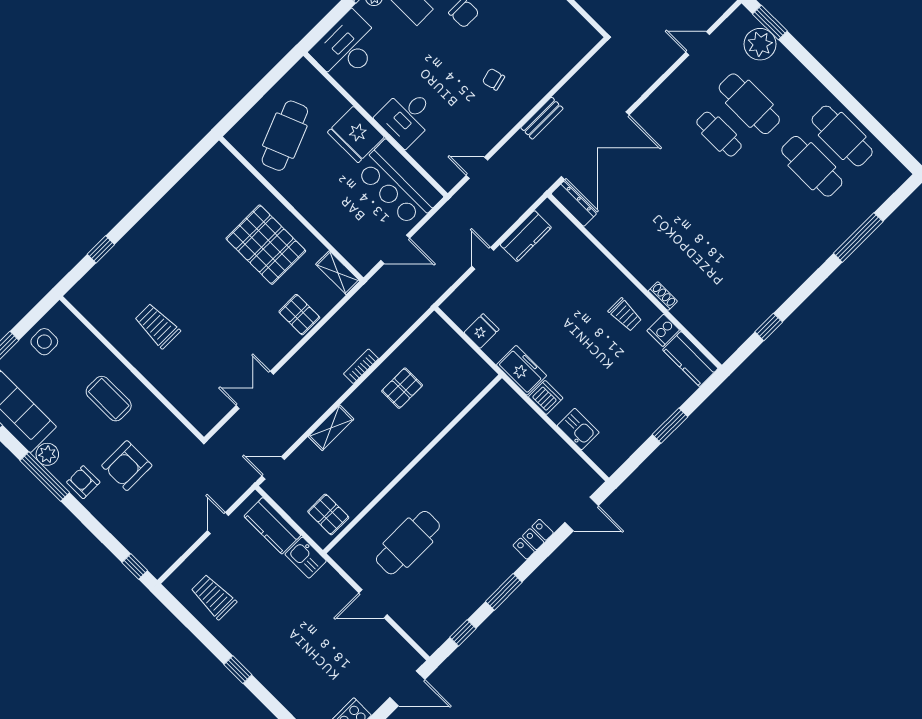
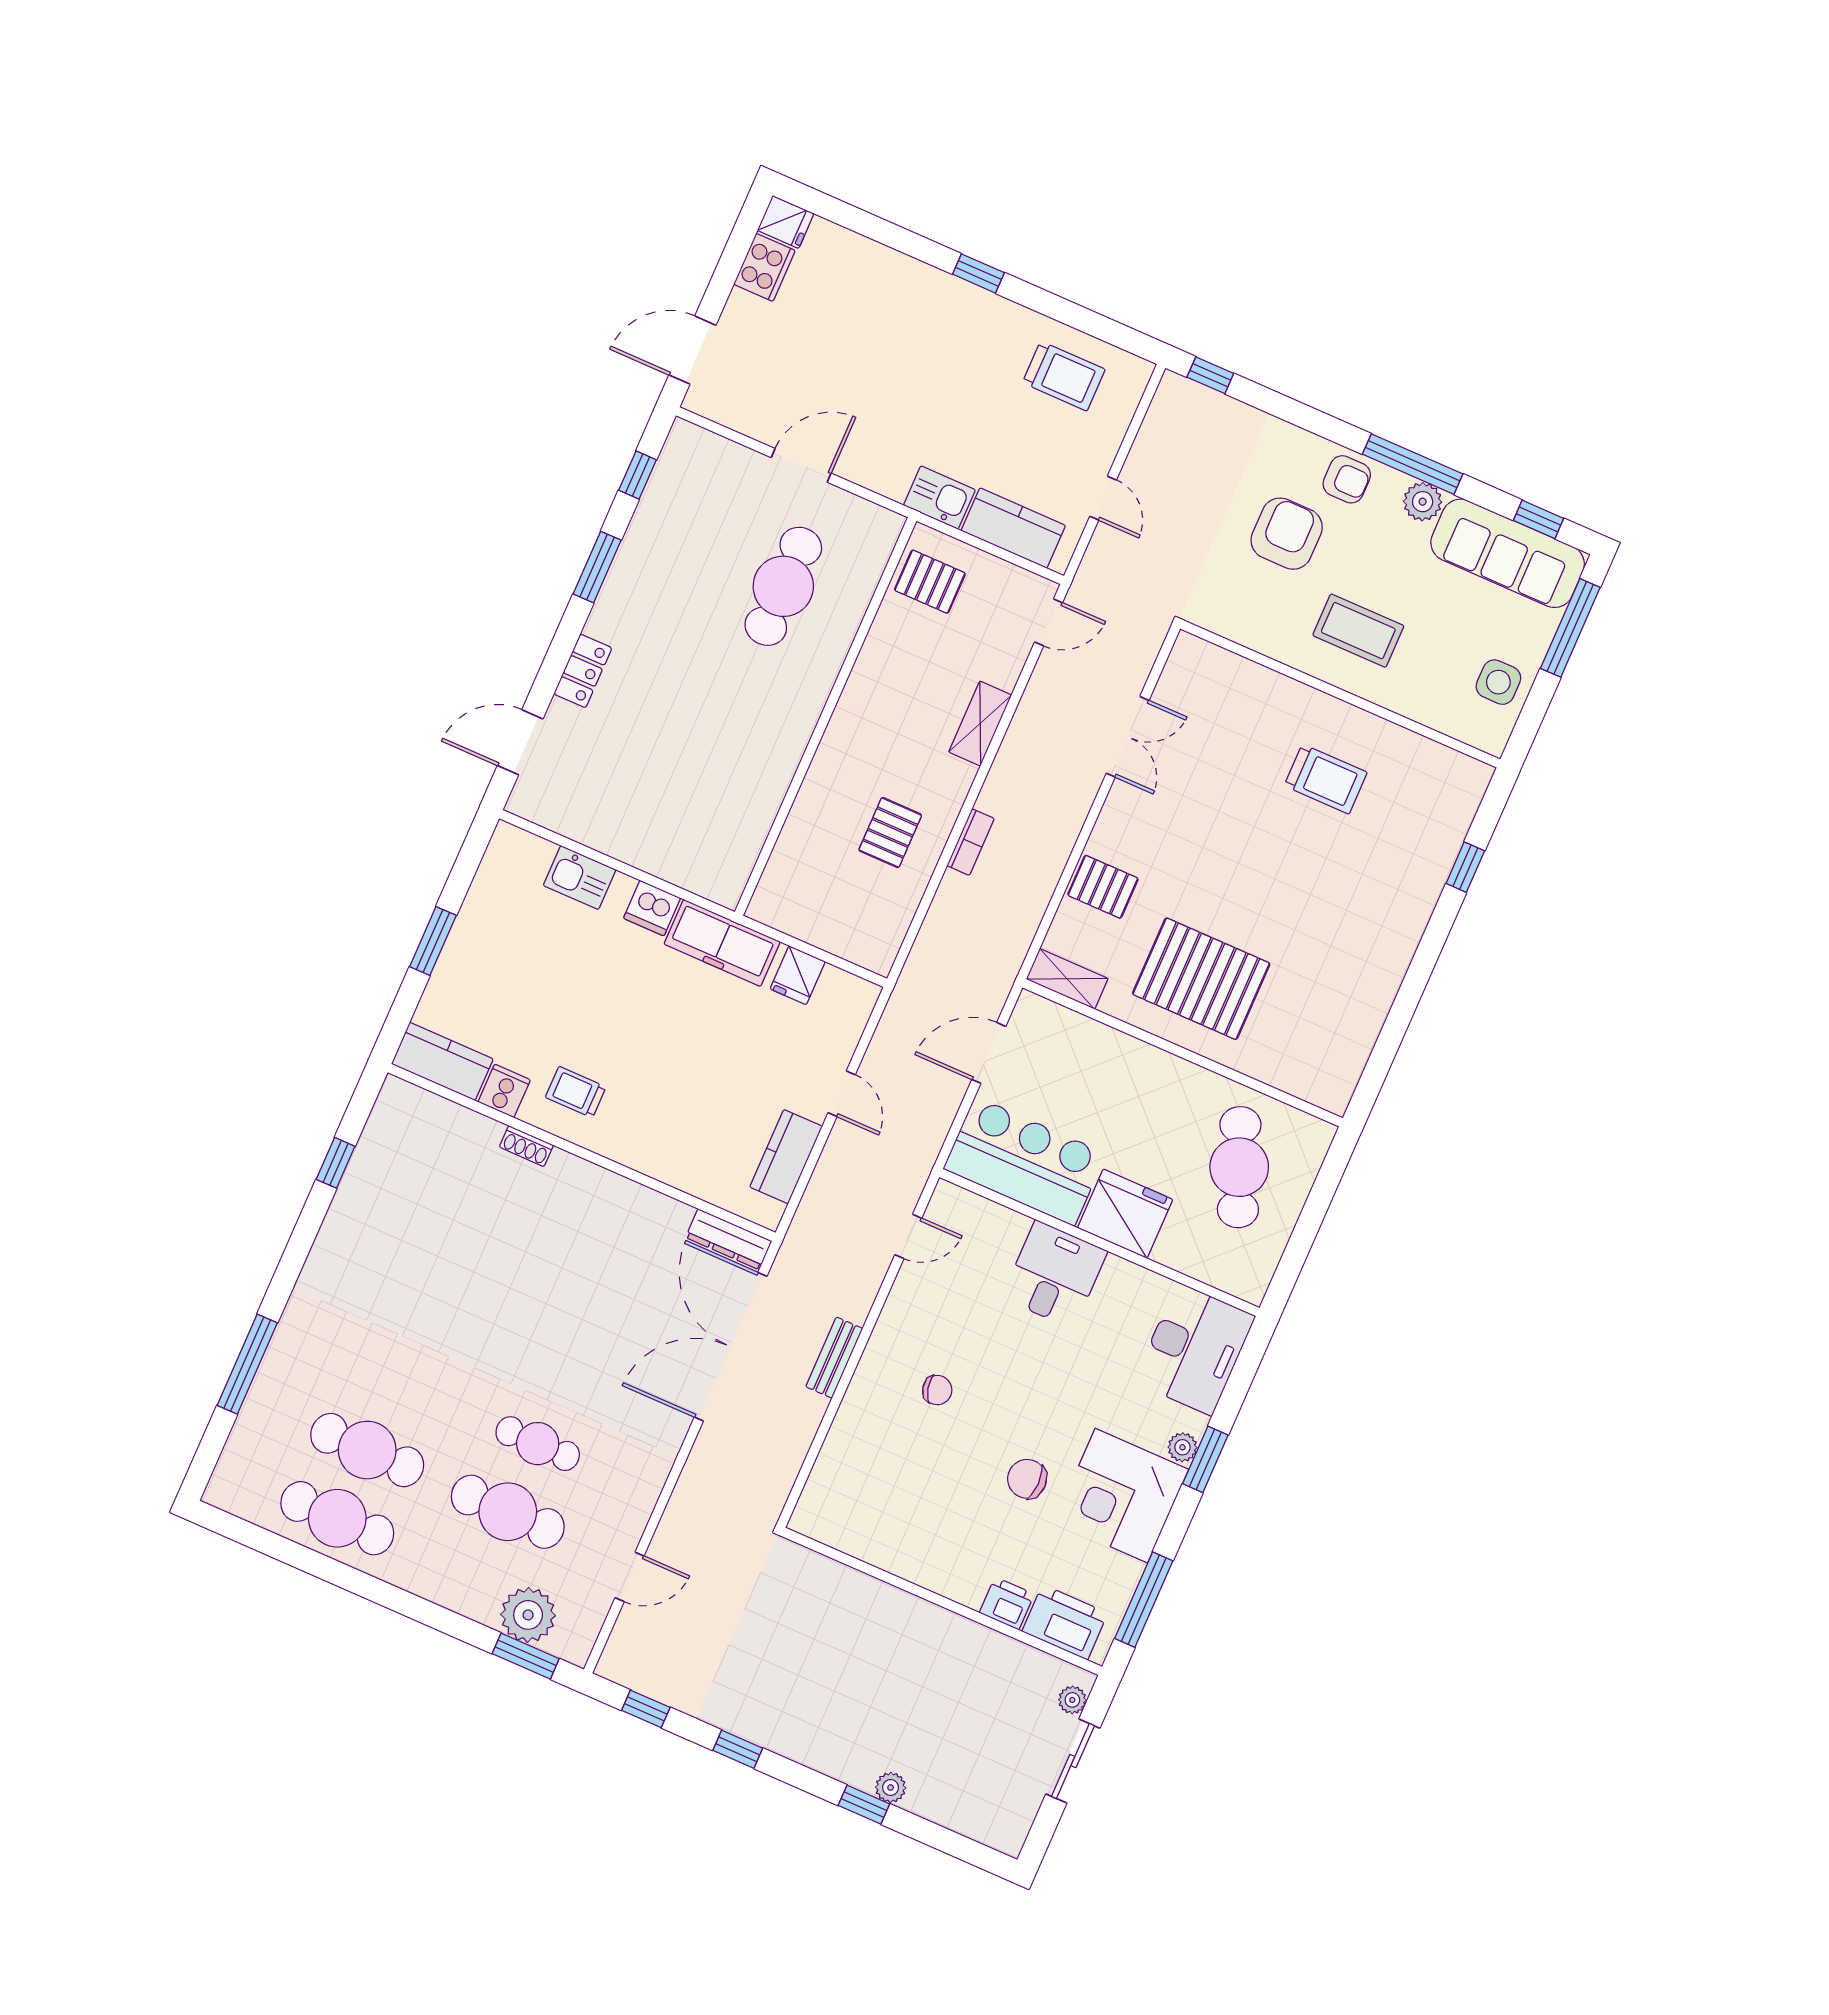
freezer: (522, 370) -> (722, 943), width x1.40

